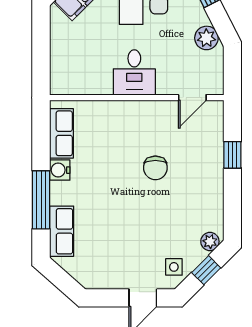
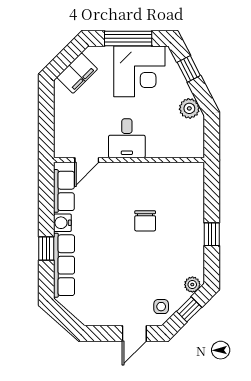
door: (192, 98) -> (87, 160), moved
window: (232, 155) -> (212, 234), moved
window: (41, 200) -> (46, 248), width x0.46
row of seats: (62, 231) -> (64, 265), width x1.48

